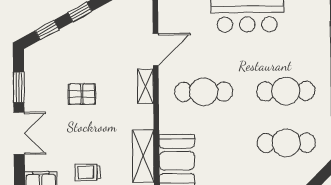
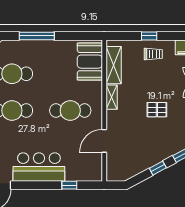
shelving: (146, 86) -> (112, 97), moved

